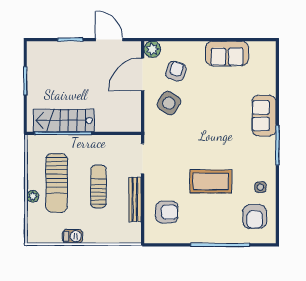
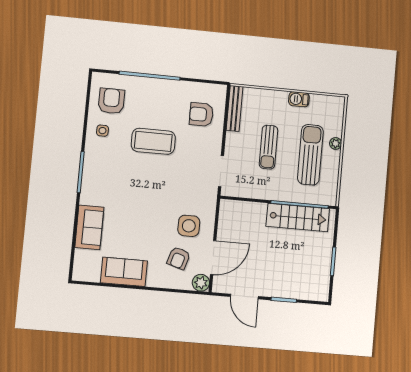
side table: (169, 103) -> (189, 226), turned -33
sofa: (264, 116) -> (89, 227), moved
bench: (135, 199) -> (235, 108), moved

